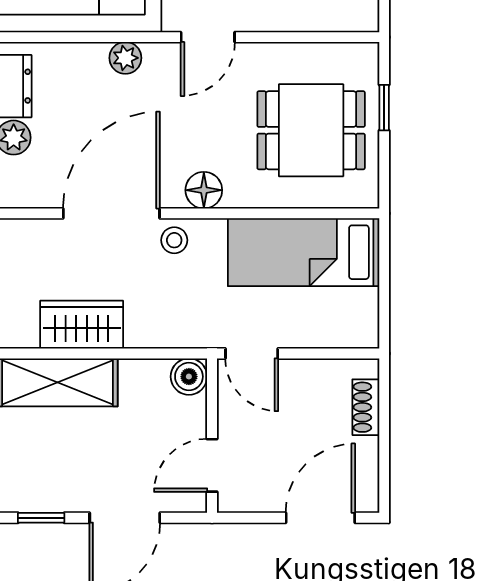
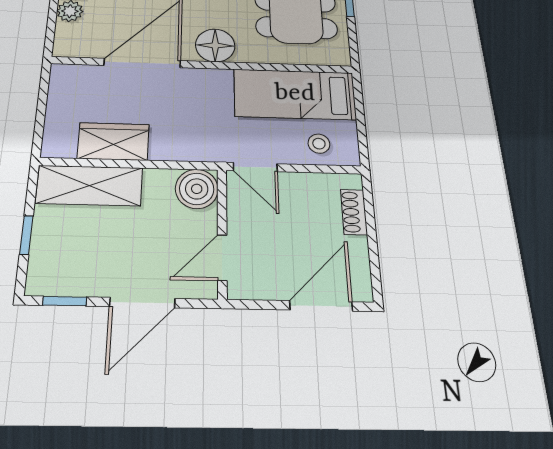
floor lamp: (204, 190) -> (215, 45), width x1.38, depth x1.38
stool: (174, 240) -> (319, 144), moved
boiler: (189, 377) -> (197, 189), width x1.36, depth x1.36

